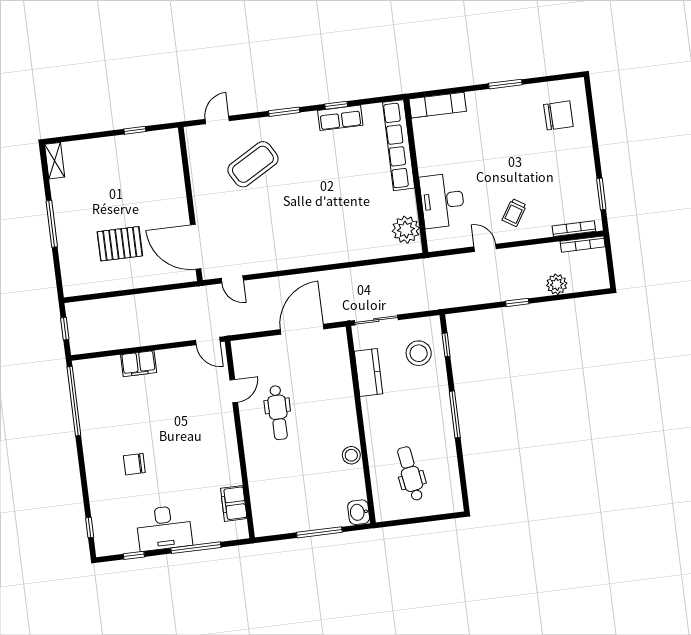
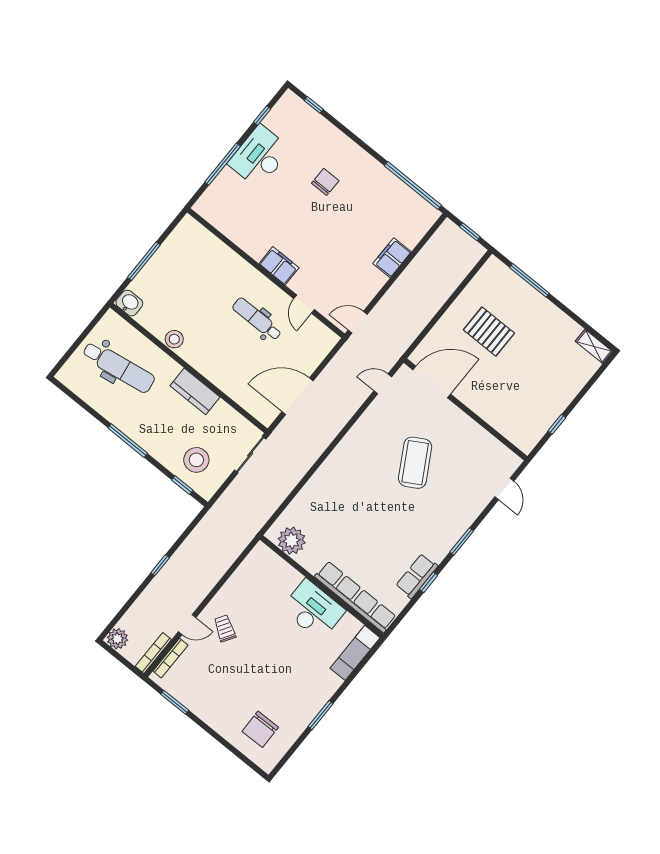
coffee table: (253, 164) -> (415, 463), moved
desk: (442, 201) -> (313, 610), moved
window: (52, 224) -> (529, 280), moved
pallet: (120, 244) -> (489, 332), turned 90
door: (485, 248) -> (187, 625), moved
plant: (557, 284) -> (117, 639), moved
door: (302, 329) -> (297, 396), swing flipped
kitchen counter: (369, 372) -> (195, 391), moved
dental chair: (410, 474) -> (119, 367), width x1.36, depth x1.38
filing cabinet: (234, 503) -> (279, 266), moved

